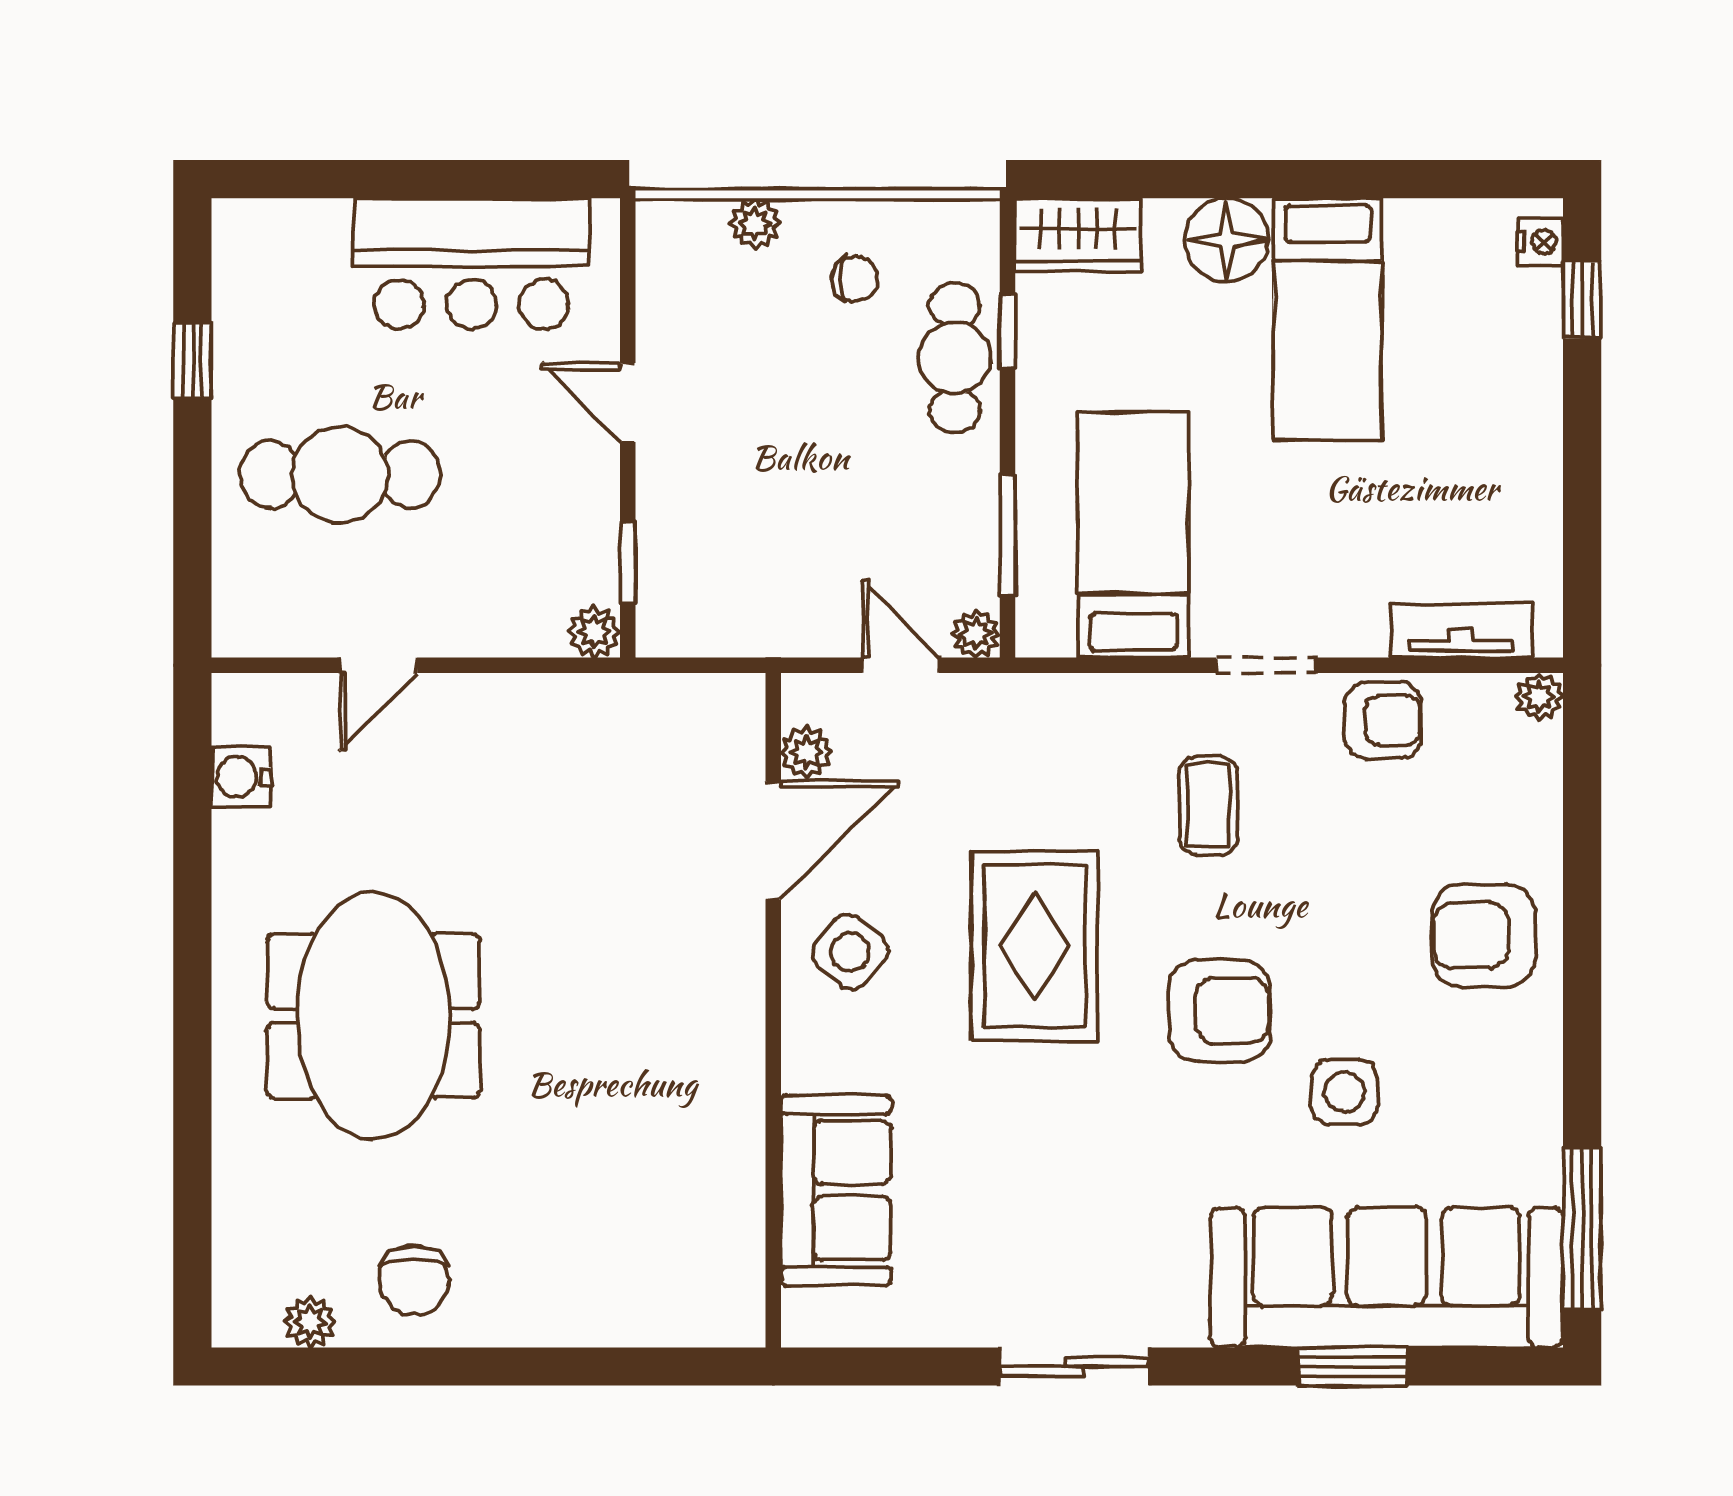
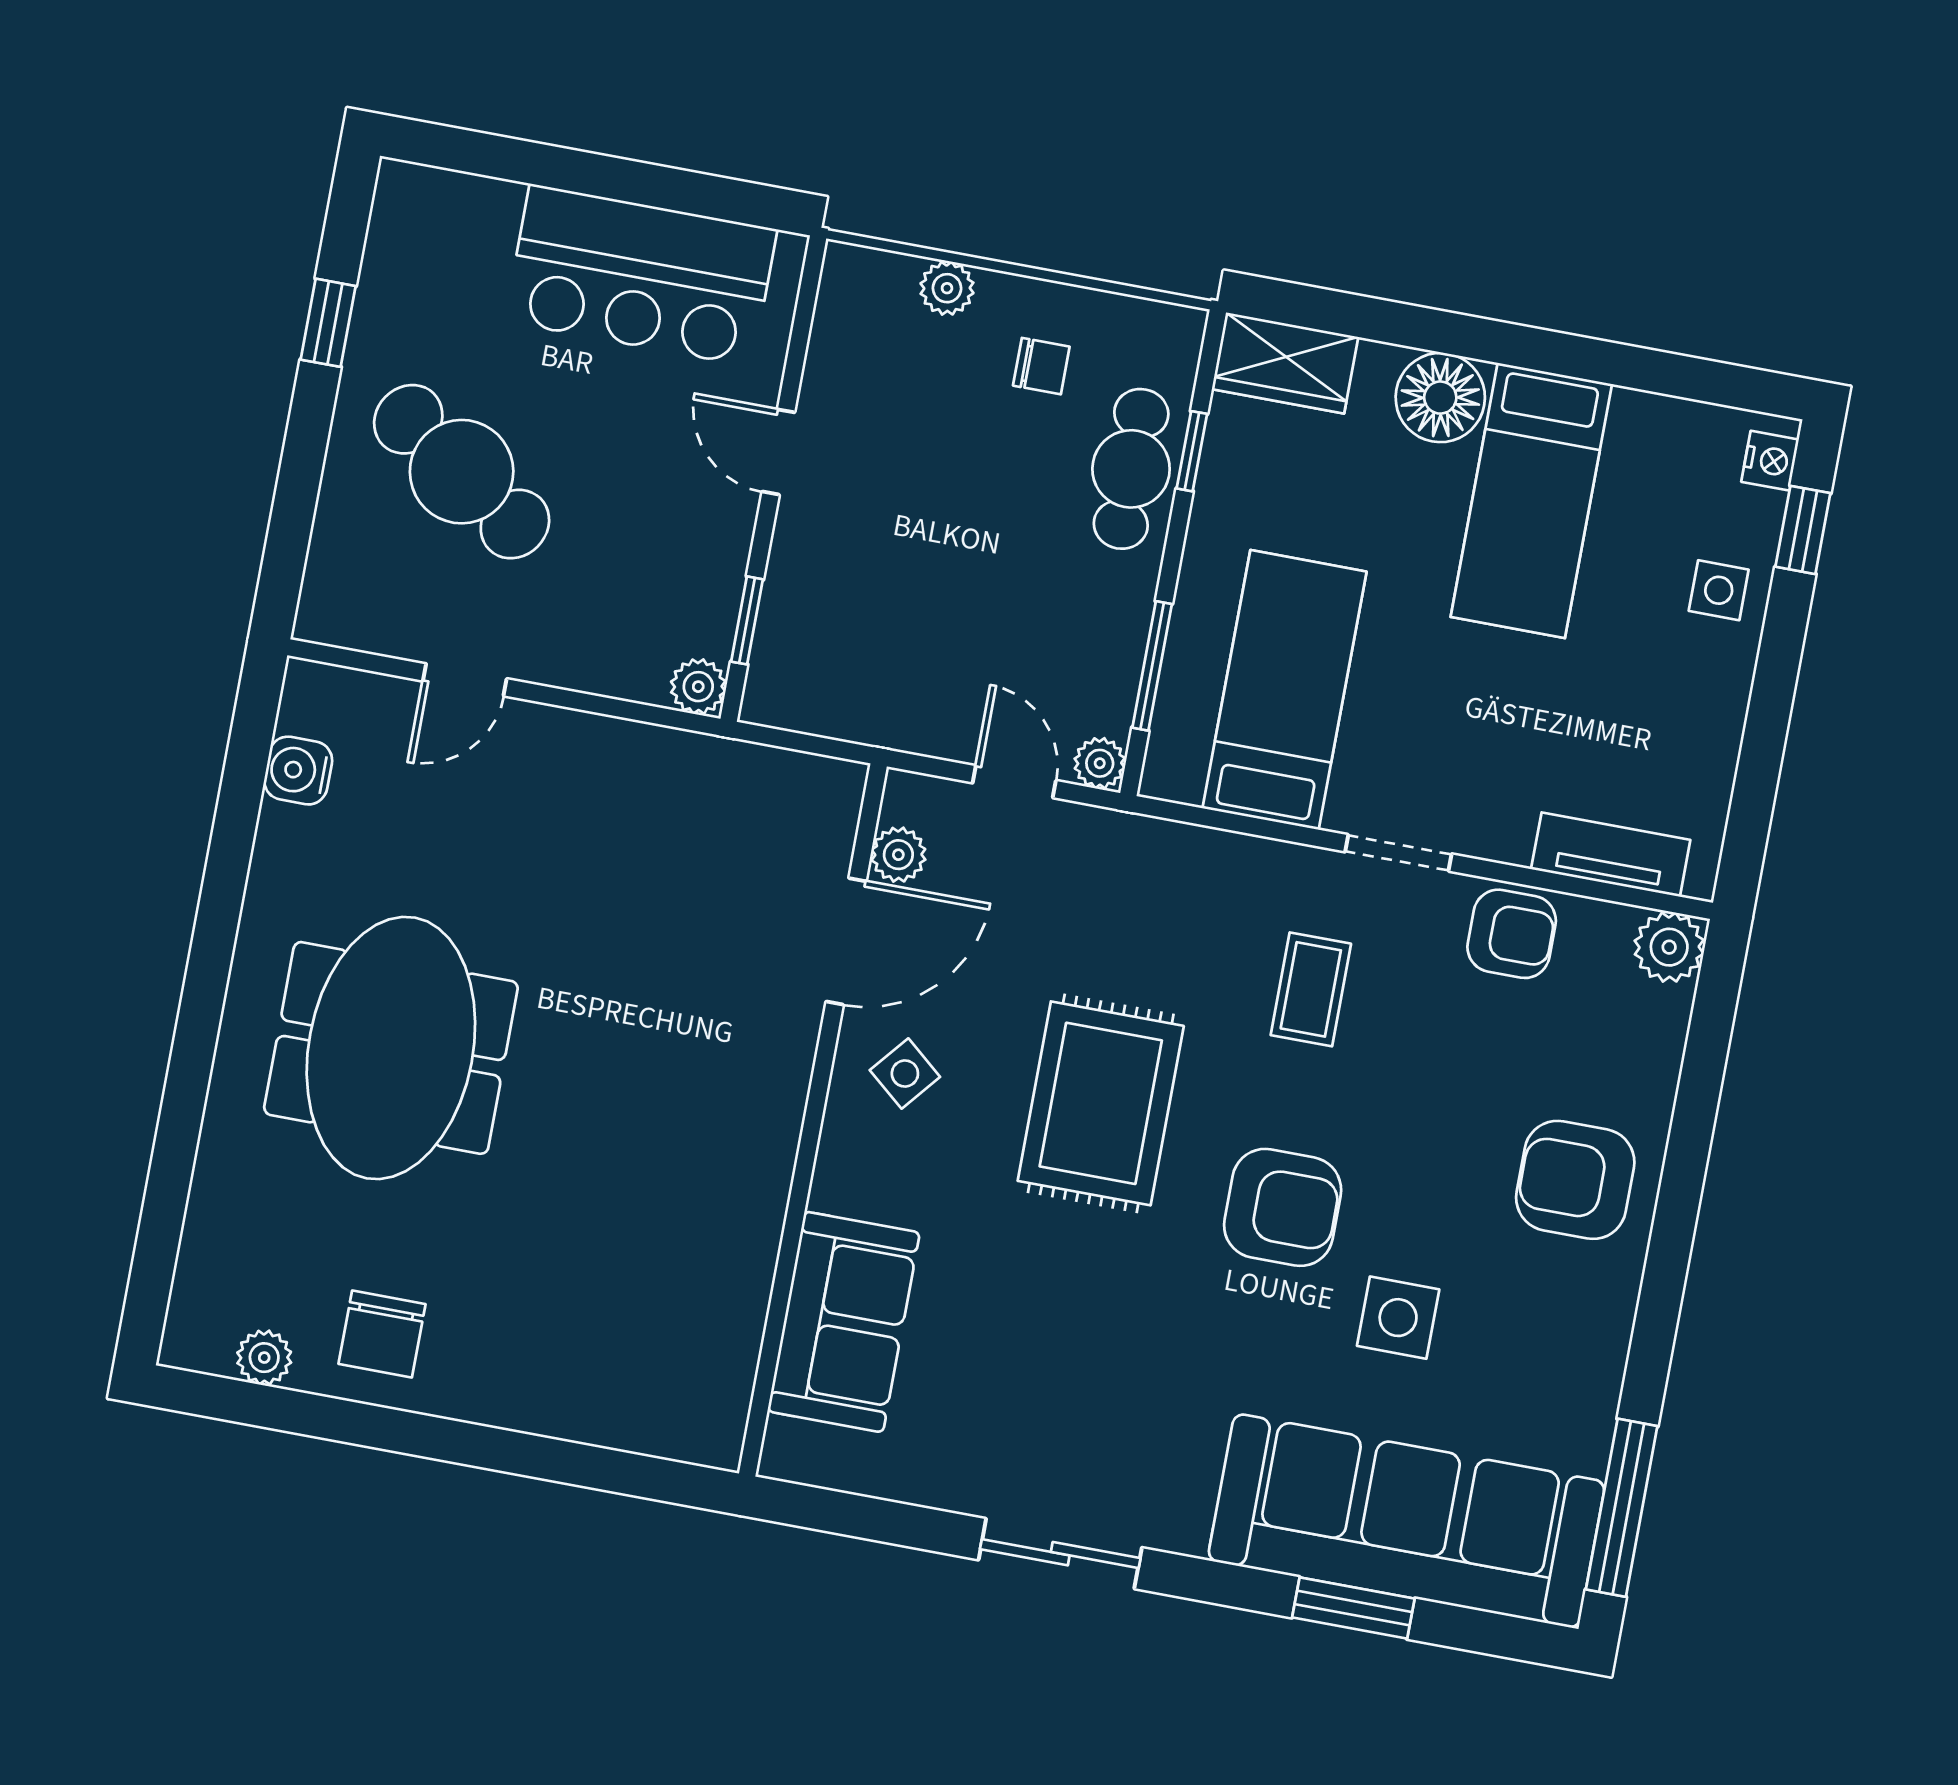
side table: (1515, 370) -> (1719, 590), added
cafe table: (340, 475) -> (462, 472), turned 34
plant: (1539, 697) -> (1669, 947), width x1.38, depth x1.38
side table: (850, 952) -> (905, 1074), width x0.73, depth x0.73

